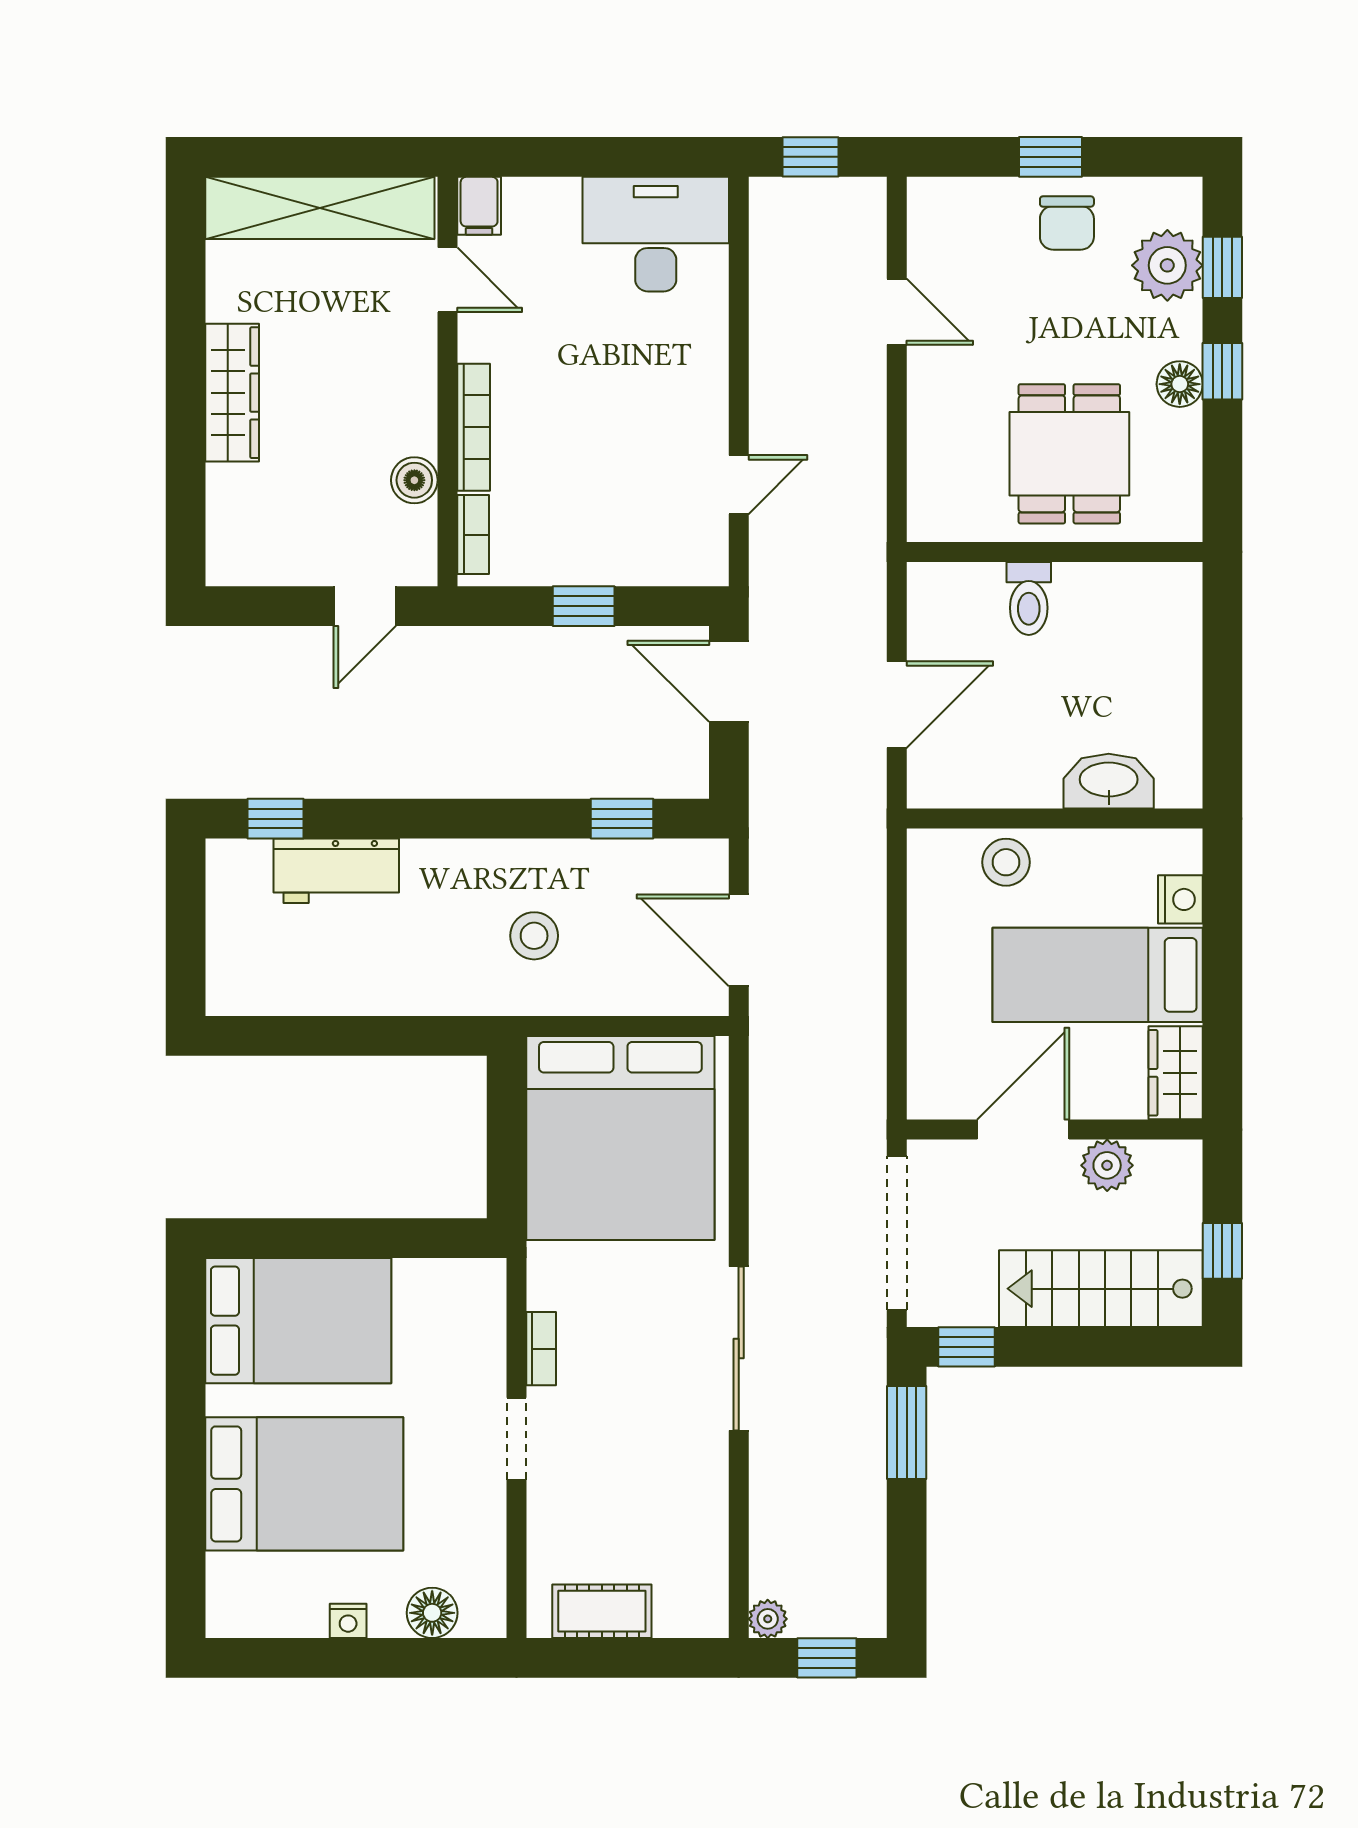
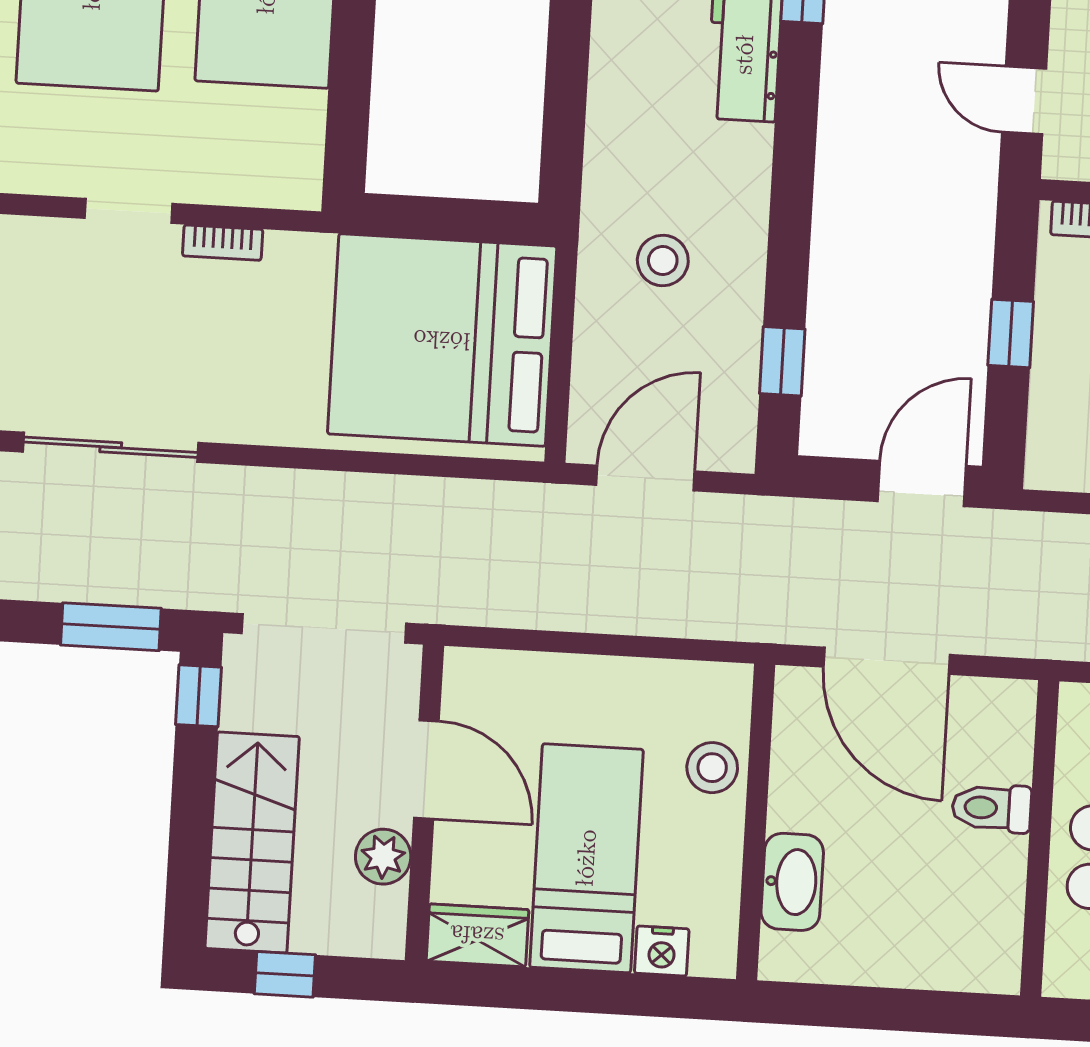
door: (897, 705) -> (887, 661), width x1.36
sliding door: (739, 1349) -> (111, 447), moved

